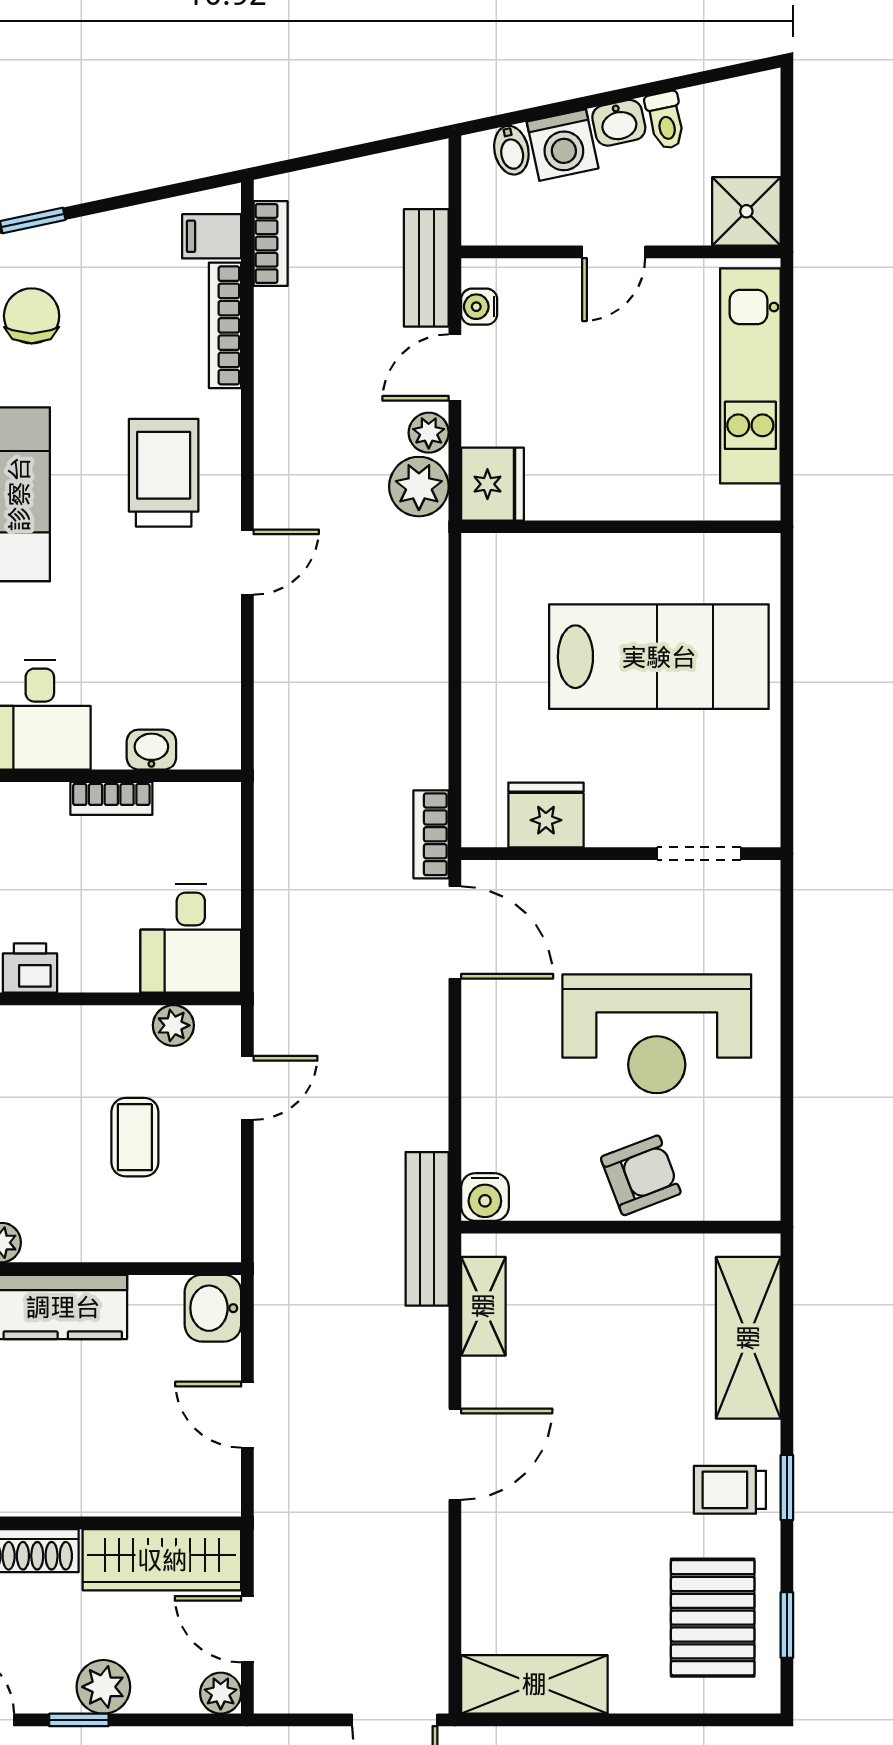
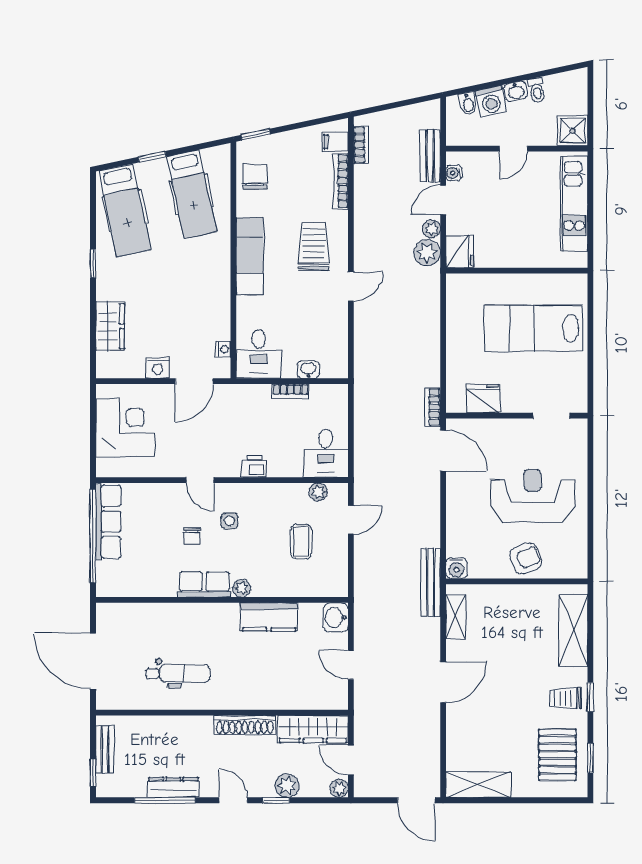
lab bench: (659, 657) -> (534, 328), turned 180
reception desk: (657, 1034) -> (533, 496), turned 180

